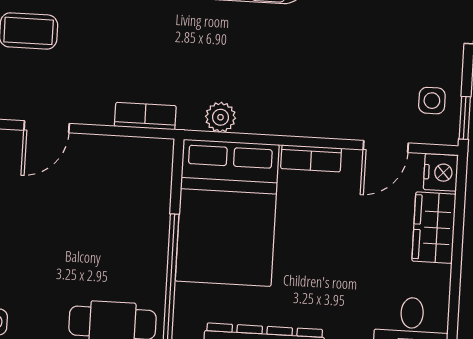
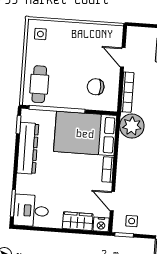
bookcase: (145, 116) -> (127, 92), width x1.56
plant: (220, 117) -> (132, 126), width x1.88, depth x1.88
chair: (117, 190) -> (96, 87), added

